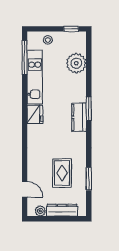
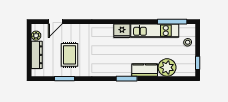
kitchen counter: (79, 117) -> (145, 70), moved
rug: (62, 173) -> (70, 55), turned 90

